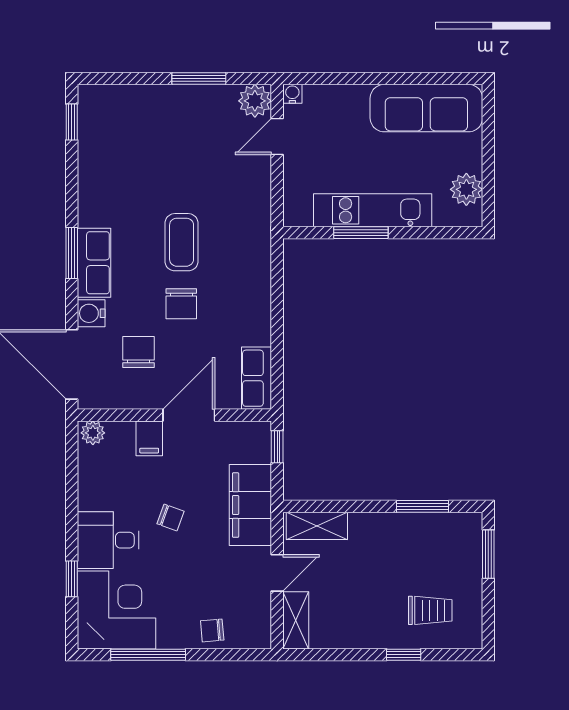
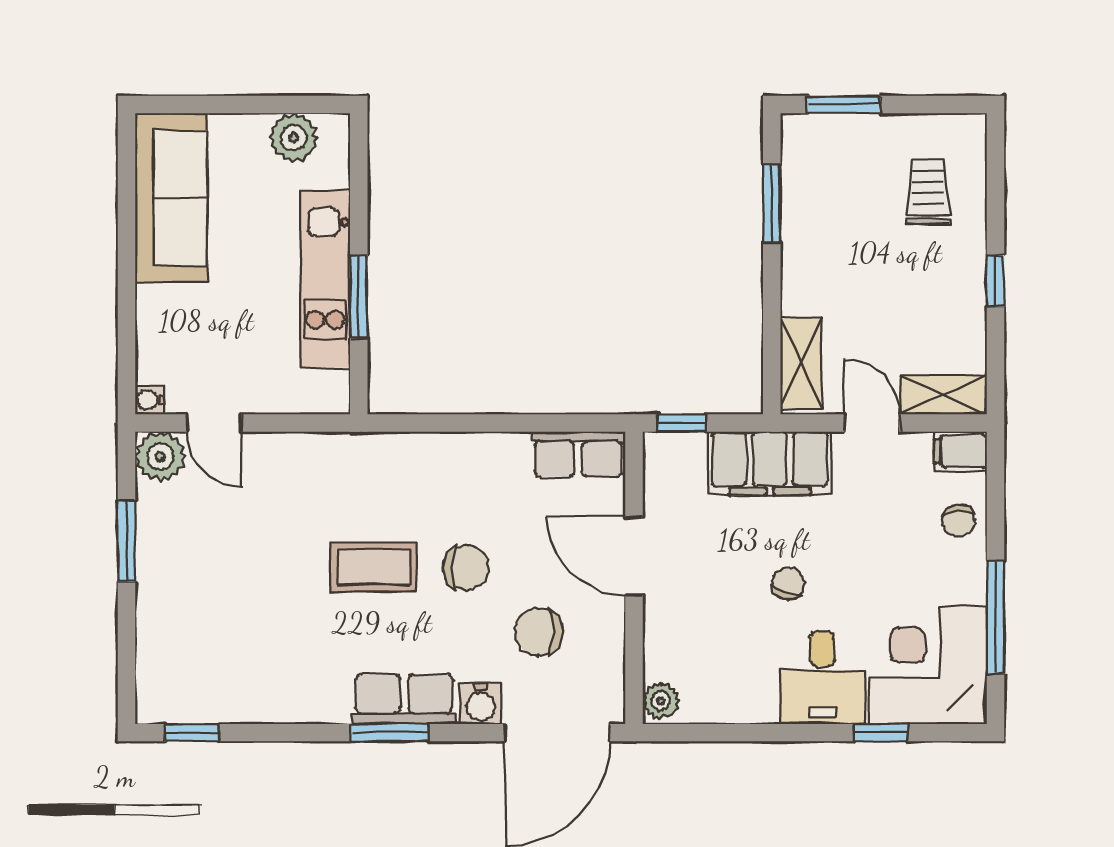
filing cabinet: (149, 438) -> (960, 451), moved, turned 180
window: (404, 655) -> (995, 281), moved

